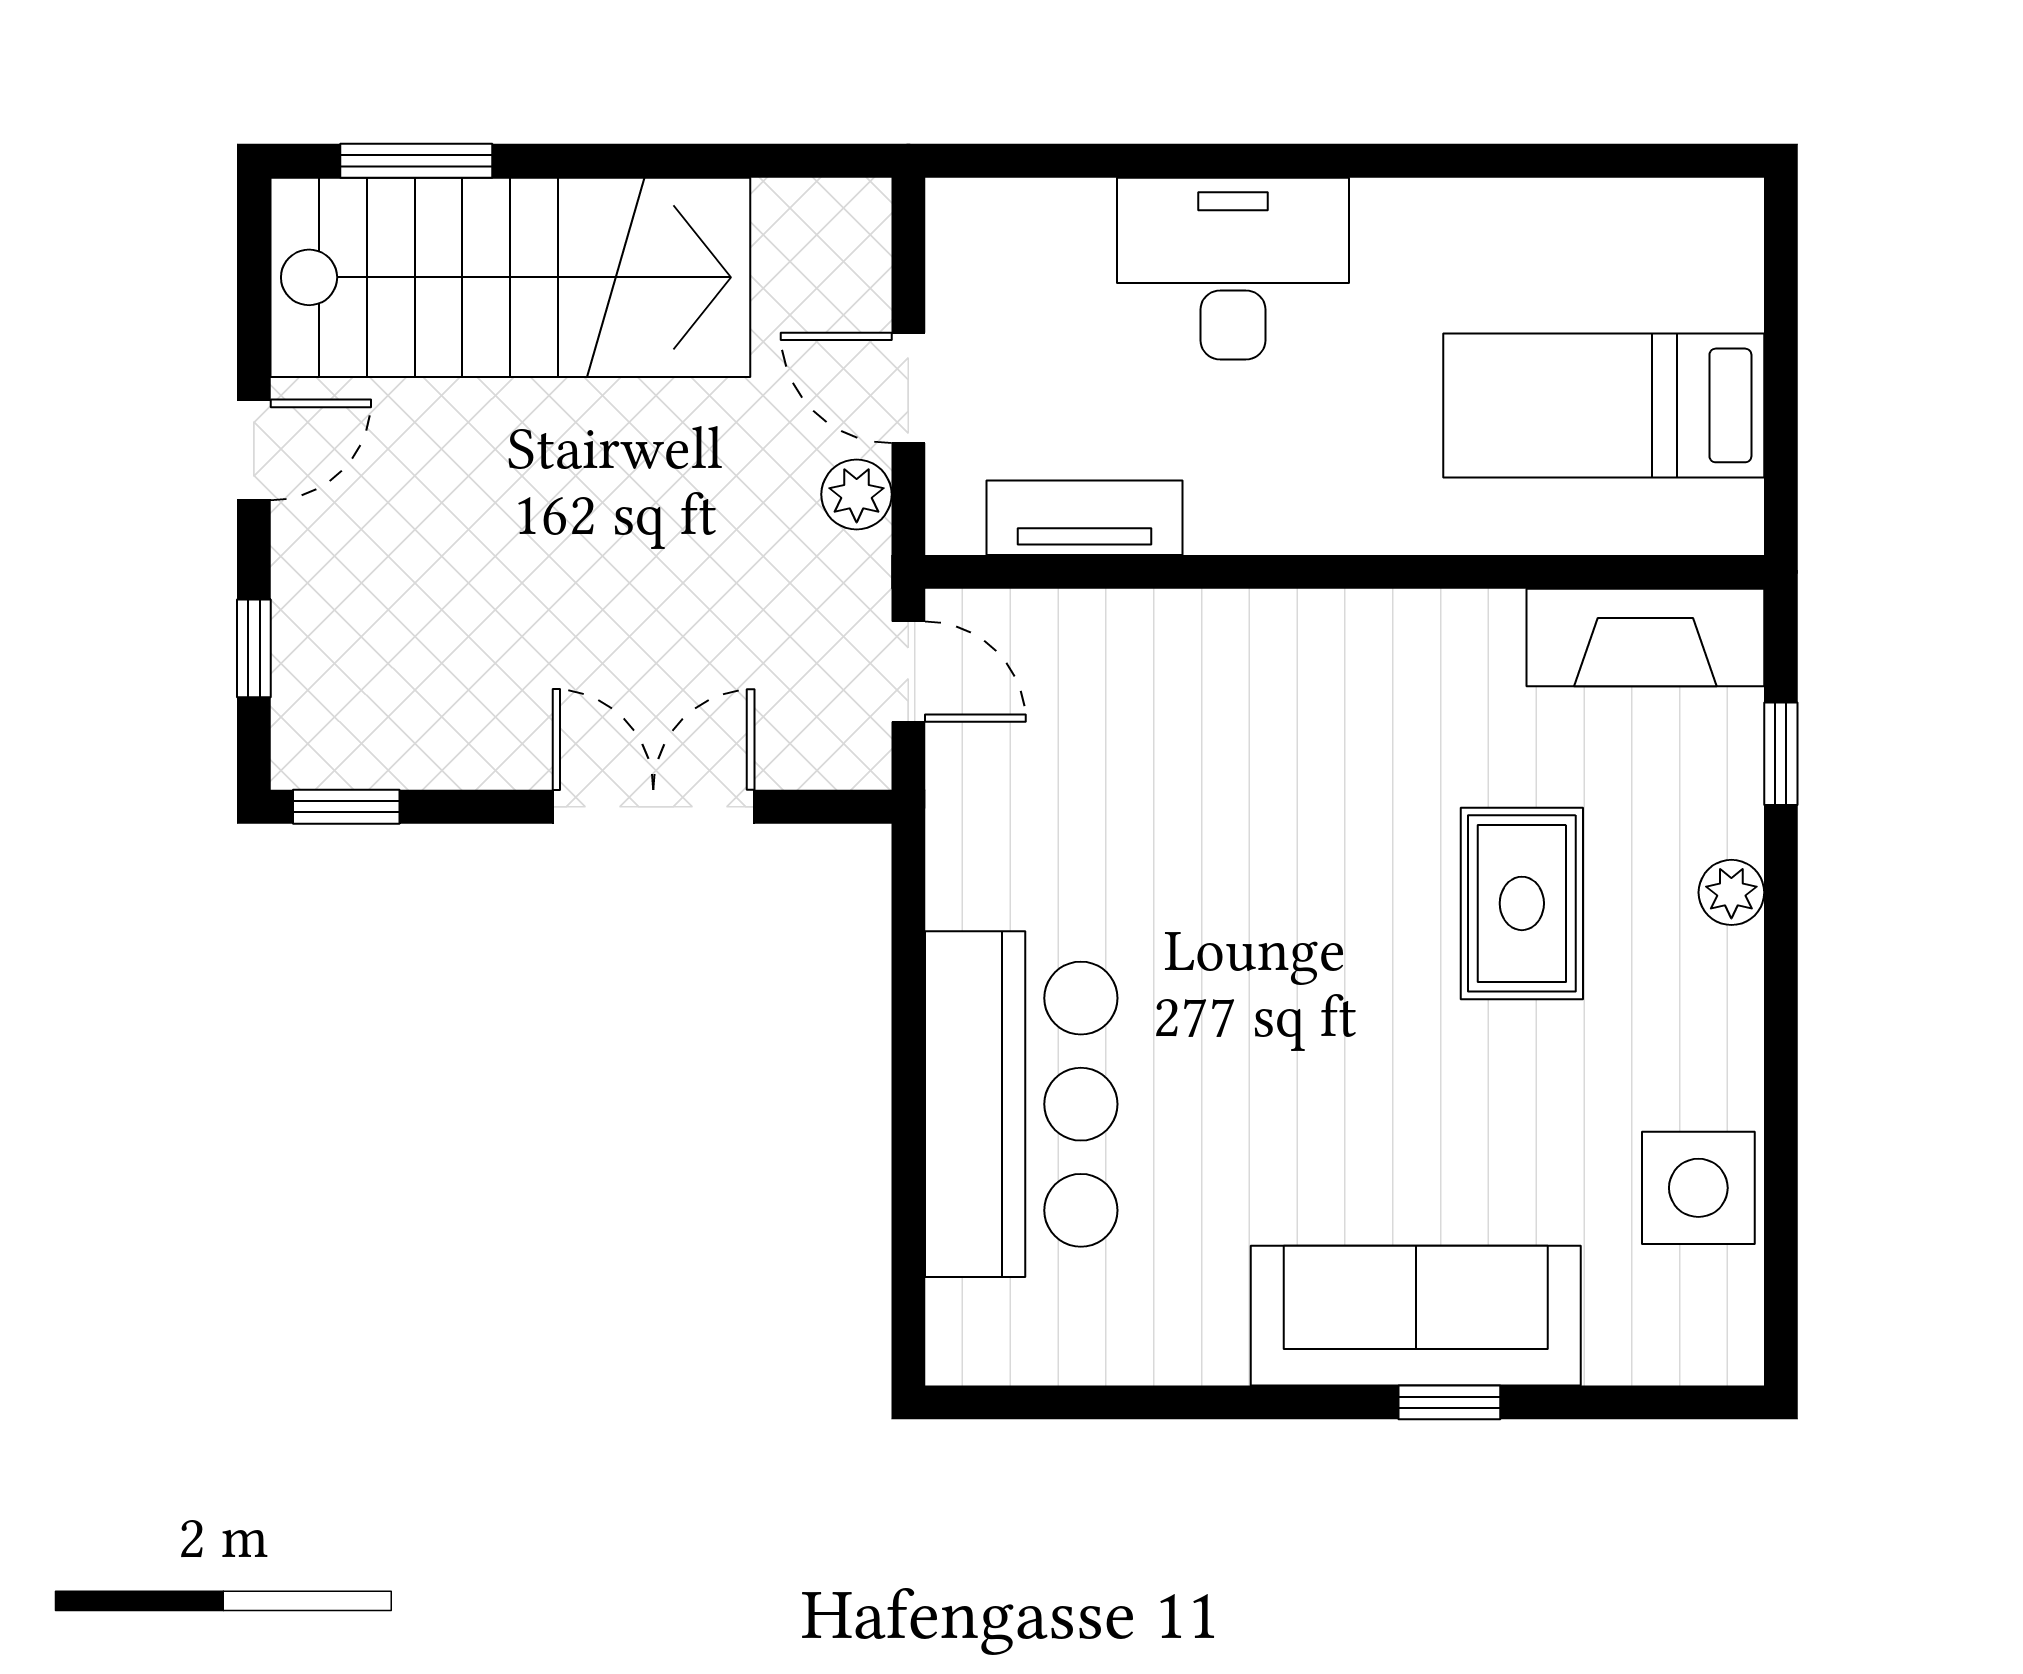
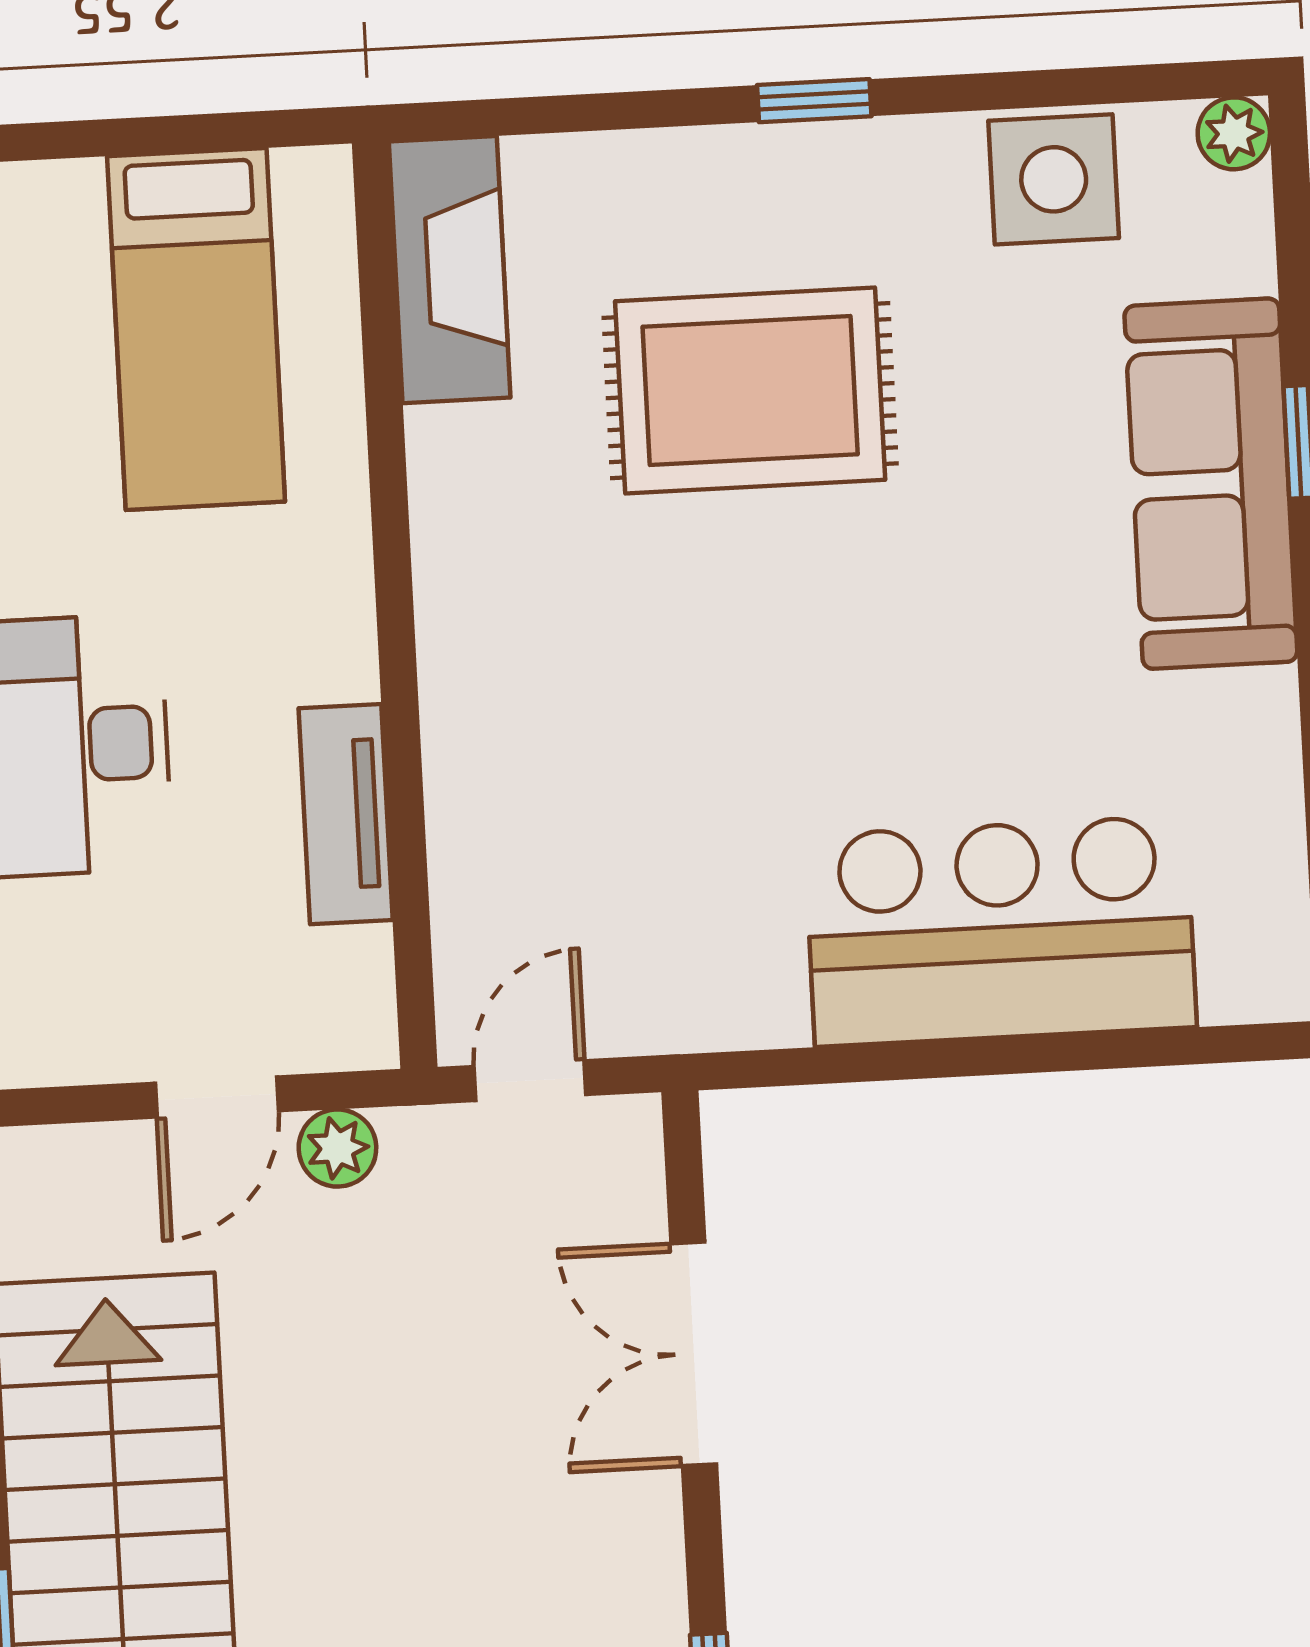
tv unit: (1085, 518) -> (346, 814), moved
window: (1781, 754) -> (814, 101), moved
plant: (1731, 892) -> (1234, 133), moved
rug: (1522, 903) -> (750, 390), width x1.36, depth x1.43

